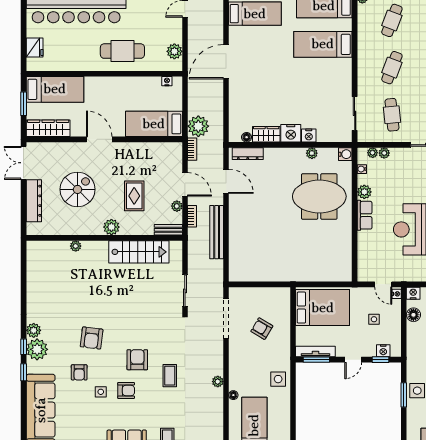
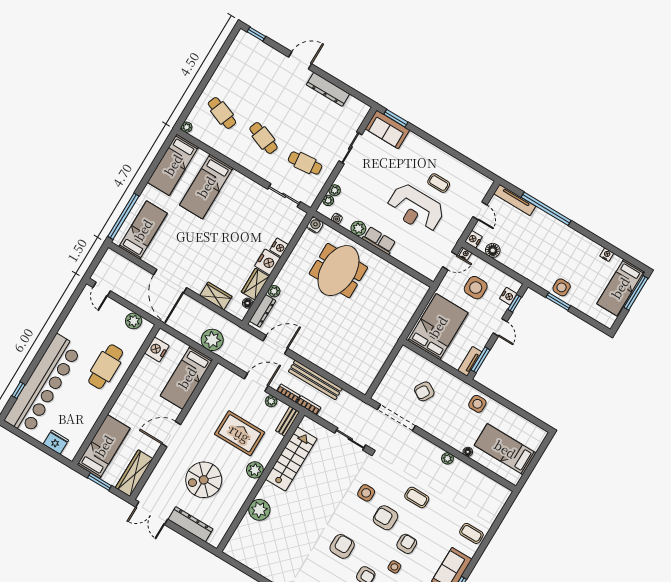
nightstand: (167, 81) -> (157, 349), width x1.89, depth x1.79
wardrobe: (237, 107) -> (216, 296), added
bookcase: (192, 149) -> (309, 405), moved
plant: (312, 153) -> (274, 291), moved
spiral stairs: (78, 189) -> (204, 480), turned -90
rug: (134, 196) -> (240, 433), width x1.36, depth x1.43
plant: (76, 246) -> (259, 510), width x1.87, depth x1.87
side table: (374, 319) -> (476, 288), width x1.87, depth x1.87
side table: (148, 331) -> (366, 493), added
armchair: (92, 338) -> (342, 546), turned -97
tv unit: (315, 351) -> (470, 361), width x0.71

